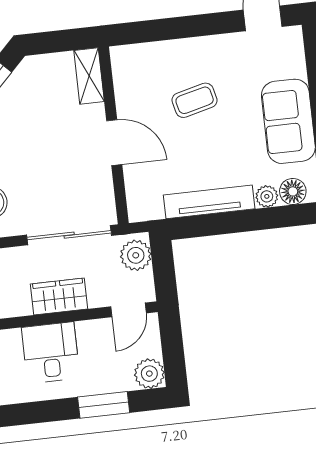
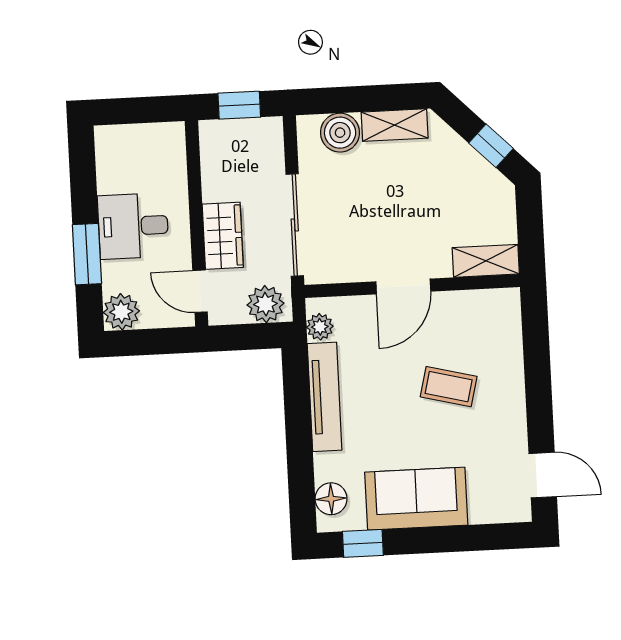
coffee table: (195, 100) -> (449, 387), turned -62
plant: (267, 196) -> (320, 327), moved
wardrobe: (59, 296) -> (223, 236), moved
desk: (51, 353) -> (133, 226), moved, turned 180

